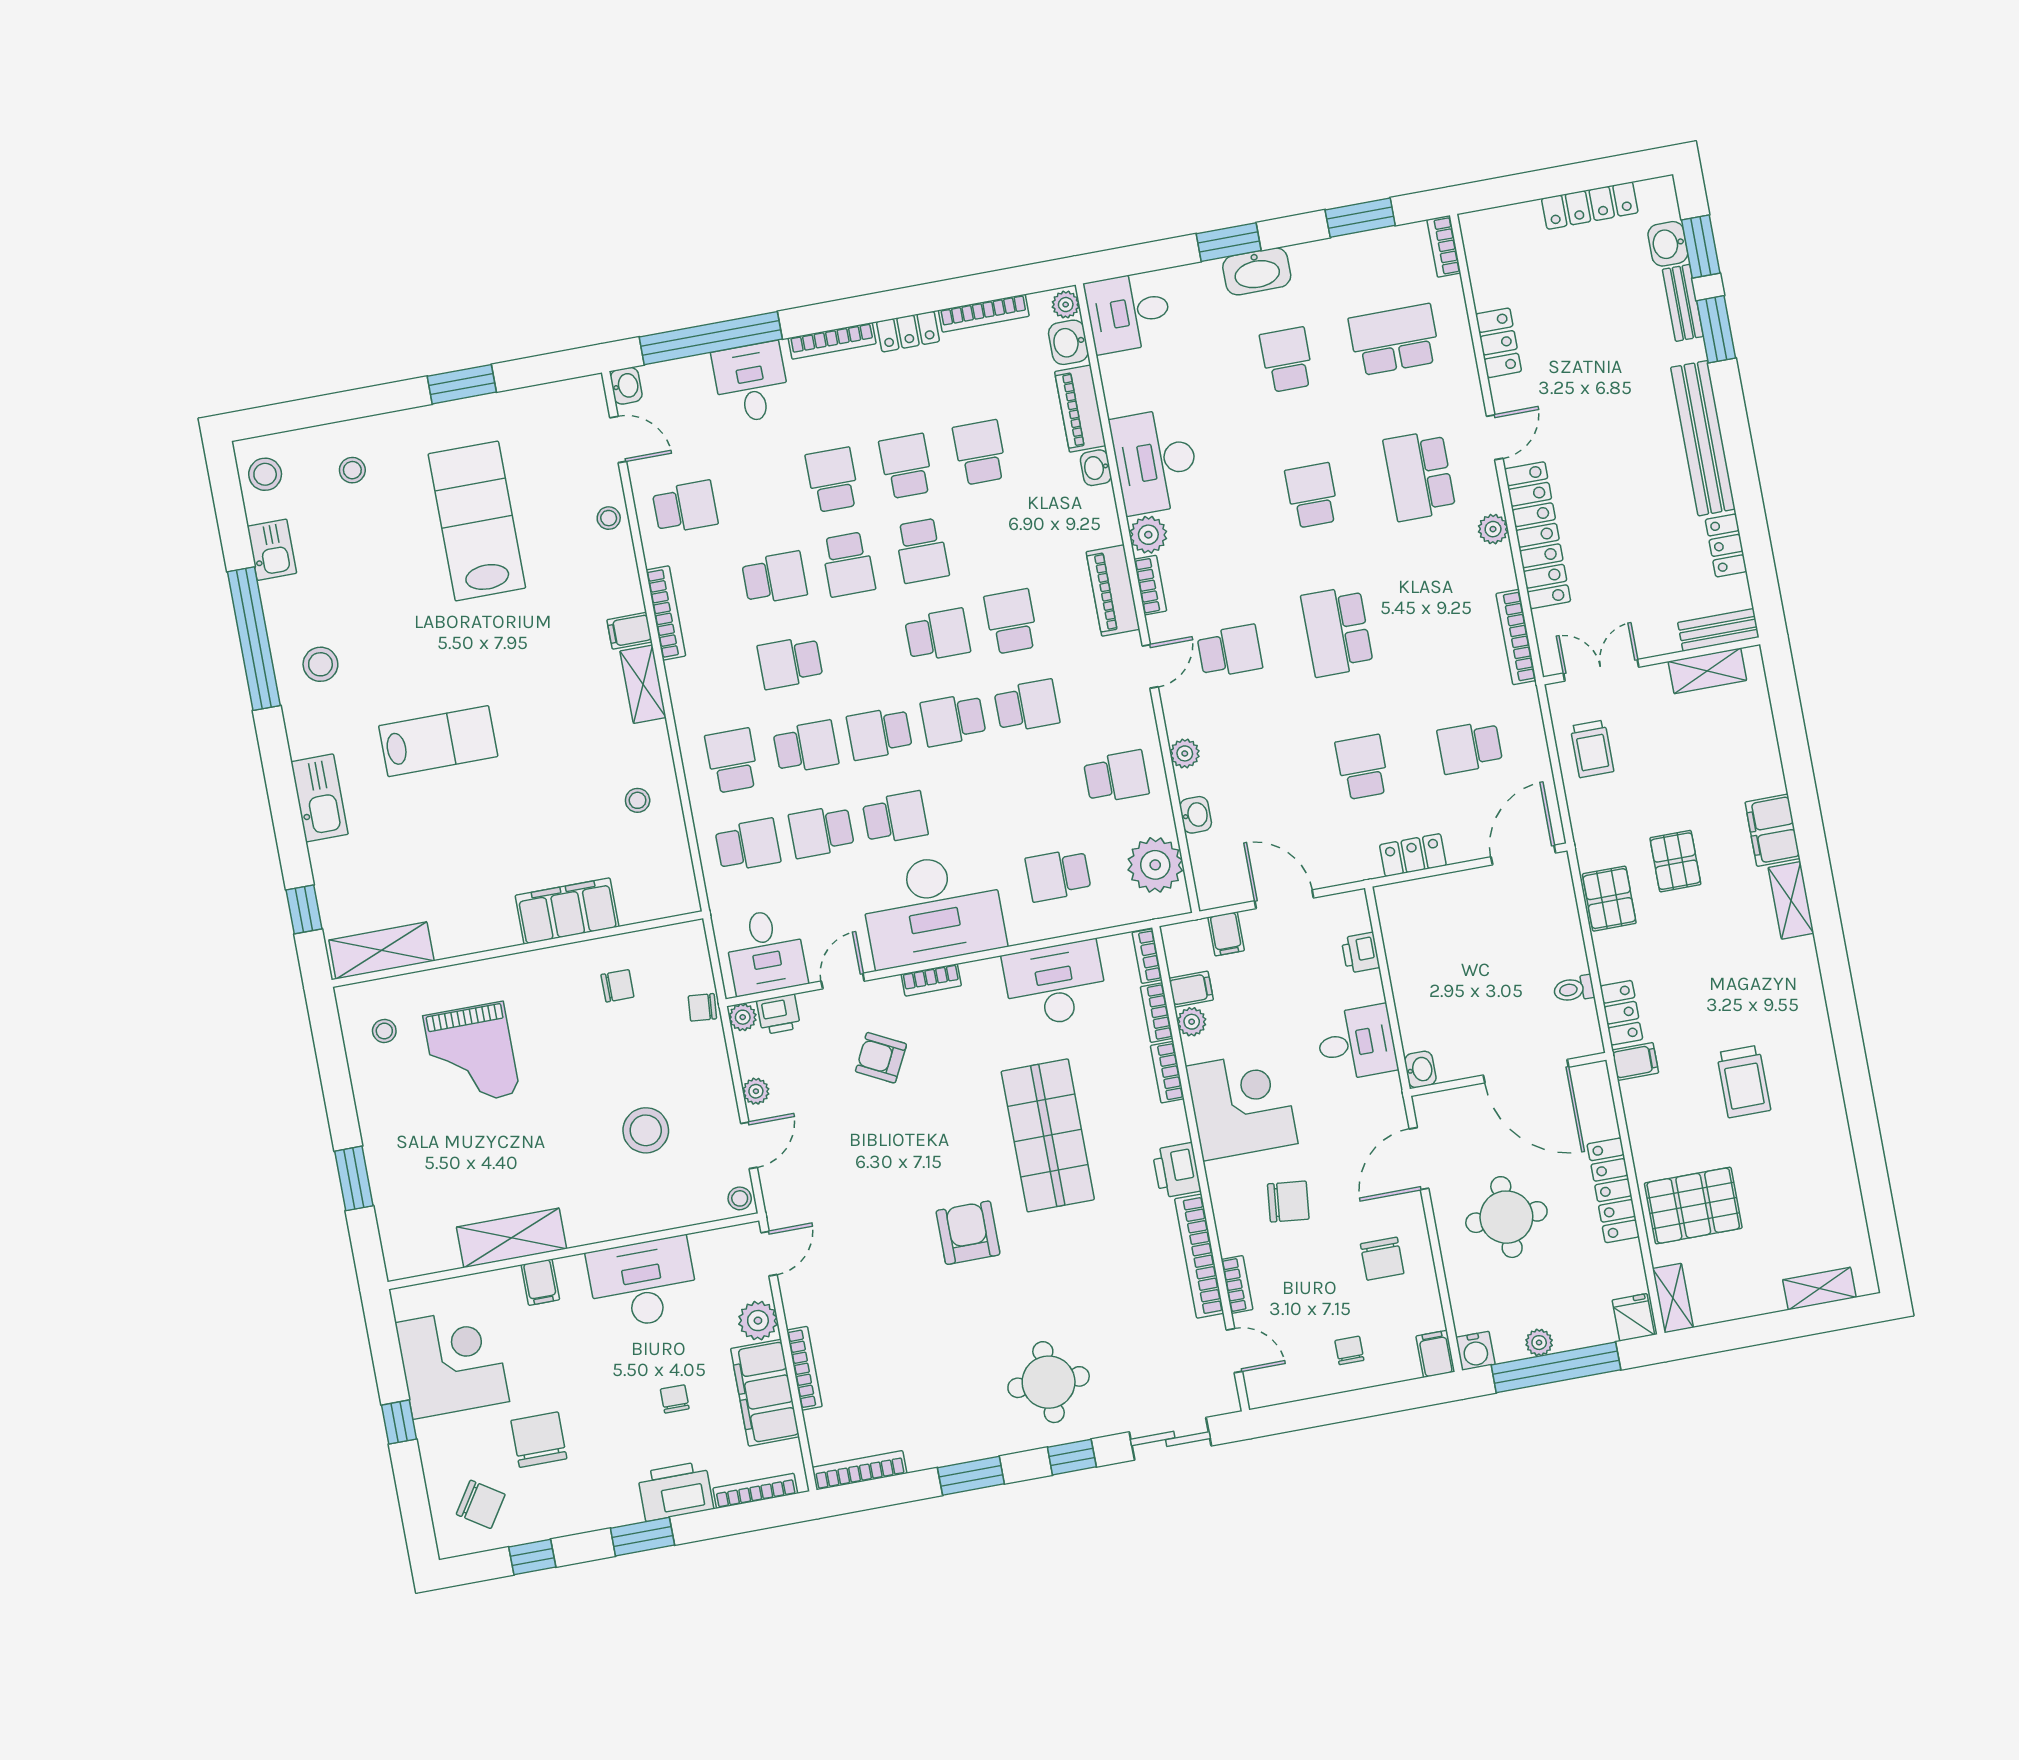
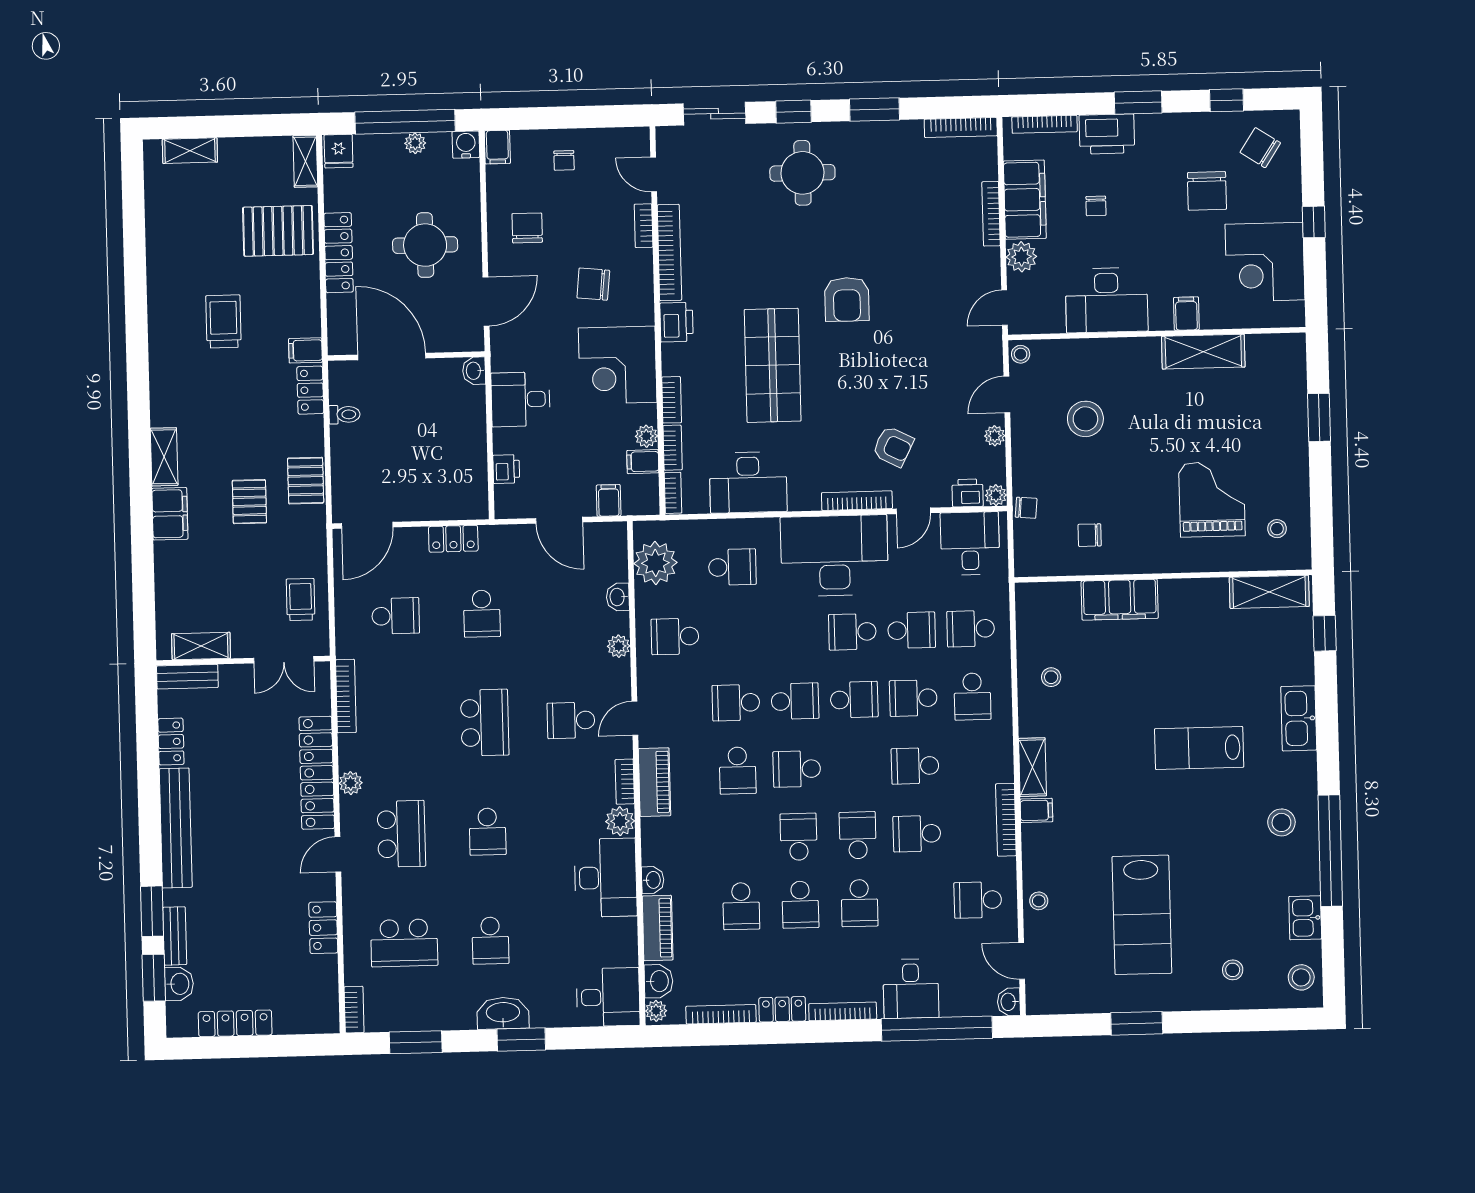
school desk: (790, 662) -> (915, 766), turned 180
bookcase: (931, 980) -> (857, 501), width x1.56

